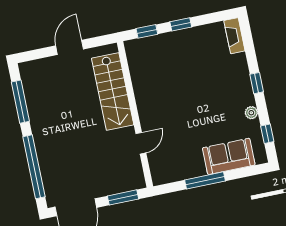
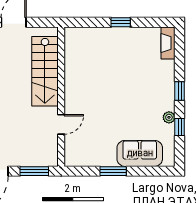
window: (147, 31) -> (88, 22), removed
window: (267, 134) -> (180, 127), moved
window: (205, 180) -> (113, 171), width x0.69

